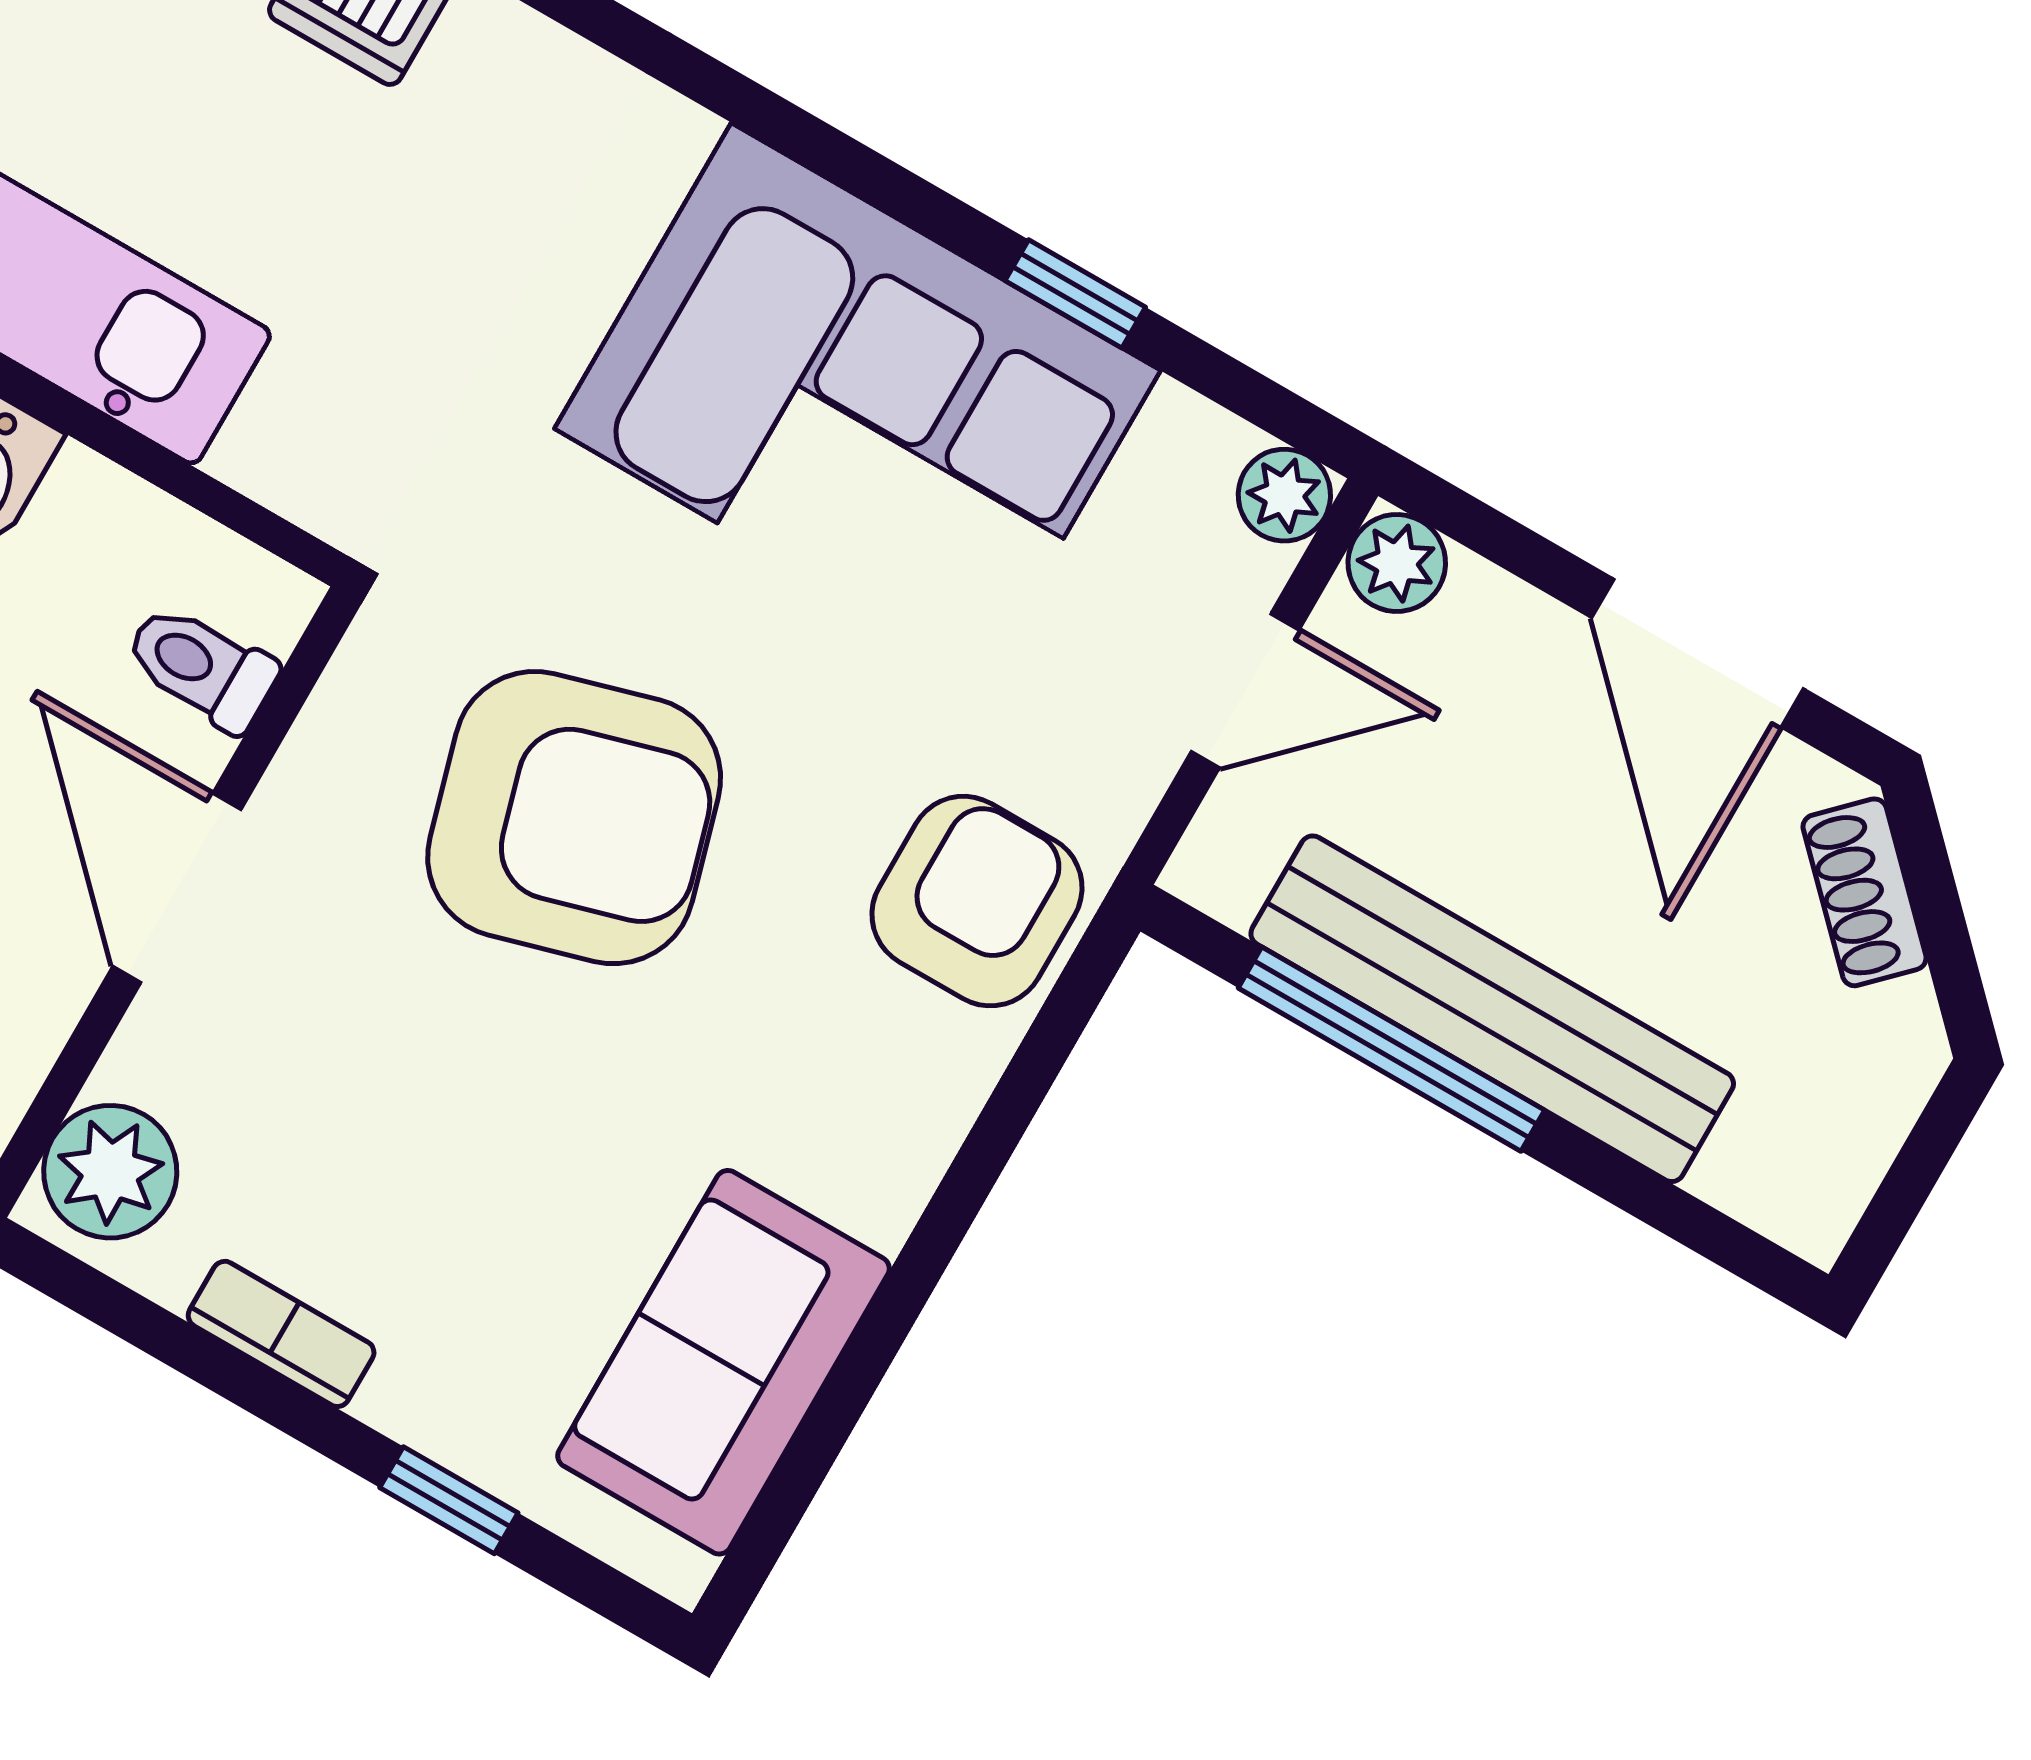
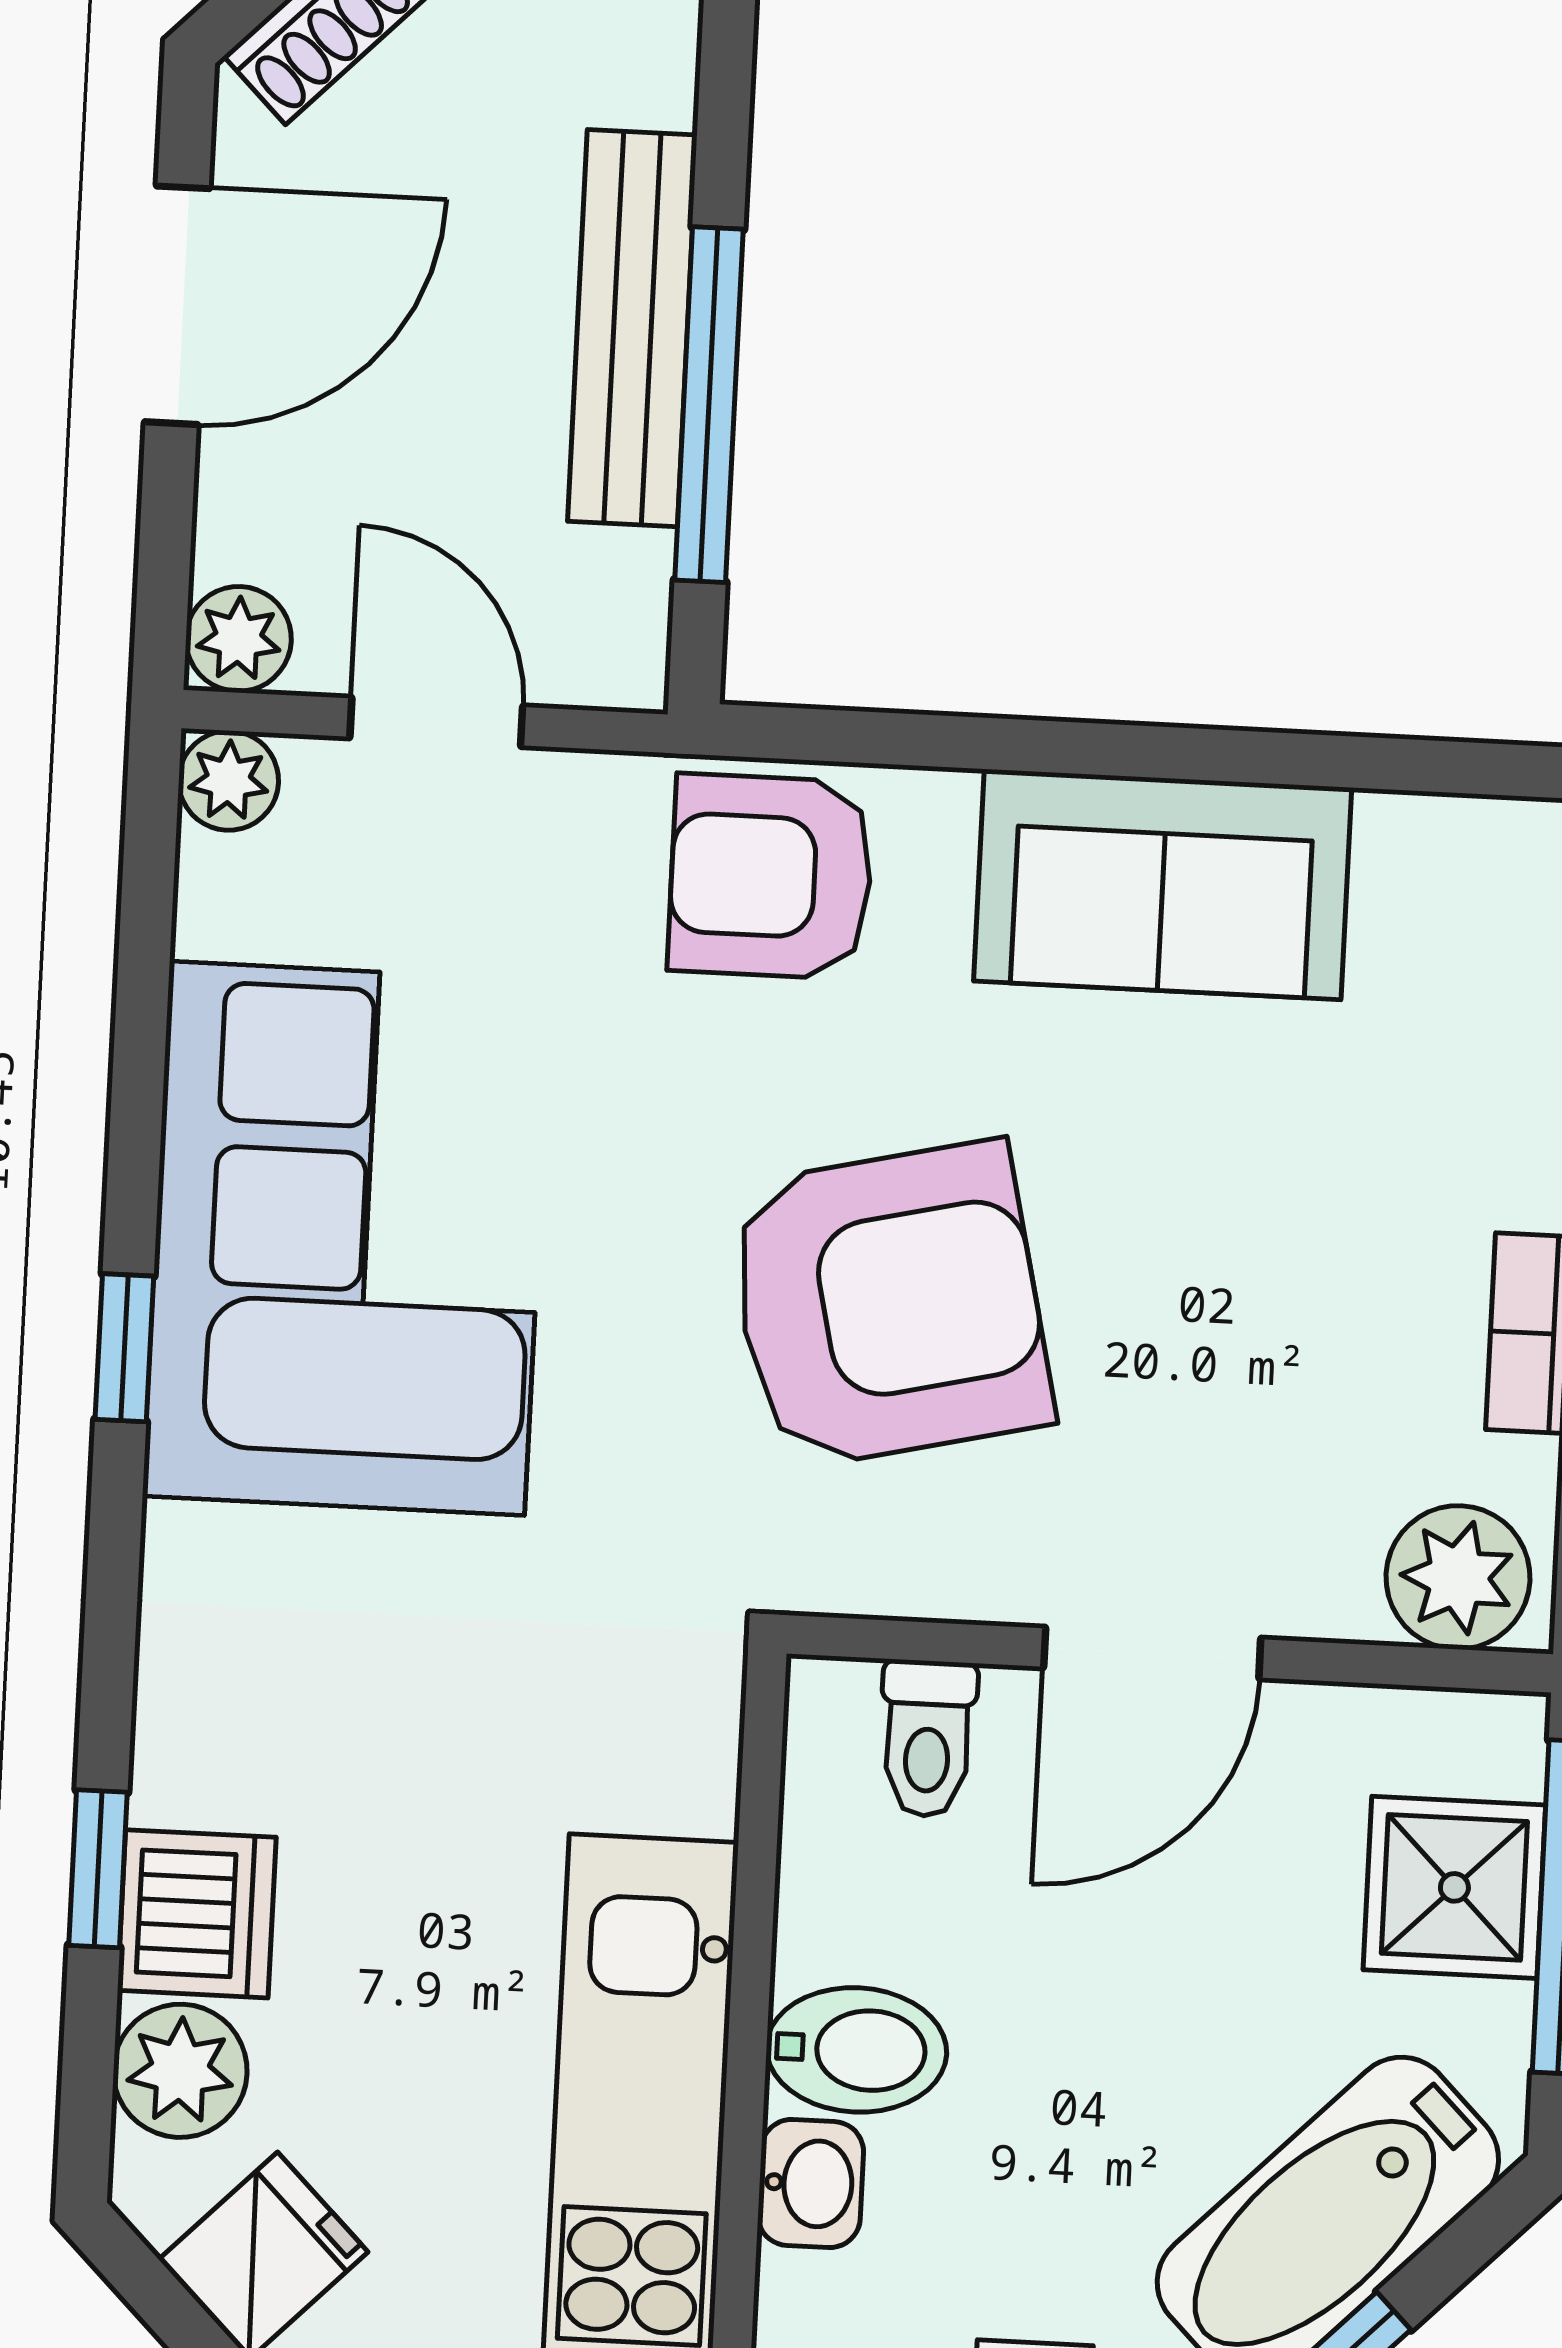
window: (1075, 294) -> (124, 1348), moved
armchair: (574, 818) -> (889, 1305), turned 93
bench: (1492, 1009) -> (632, 328), width x0.73, depth x0.82
sofa: (723, 1362) -> (1163, 884), moved

